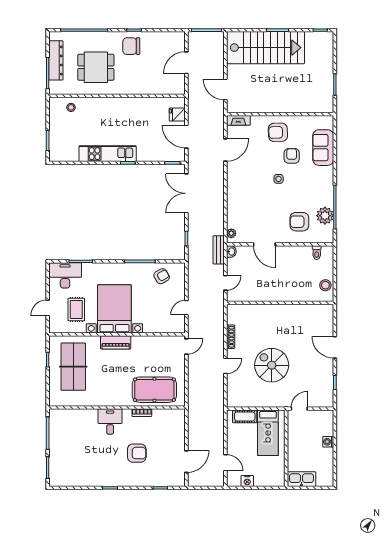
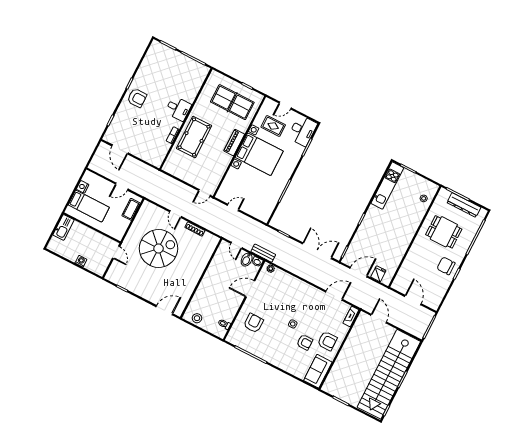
chair: (131, 46) -> (446, 266), turned -90
stairs: (265, 48) -> (389, 374), width x1.36
dining table: (96, 67) -> (444, 232), turned 90
door: (225, 89) -> (379, 319), hinge flipped
armchair: (278, 132) -> (327, 341), turned 92
sofa: (323, 148) -> (318, 371), moved, turned -90
door: (225, 150) -> (334, 296), swing flipped
kitchen unit: (108, 154) -> (387, 186), moved
plant: (325, 216) -> (248, 344), removed
bidet: (235, 264) -> (247, 260), added
armchair: (162, 276) -> (265, 201), removed
door: (48, 308) -> (285, 105), swing flipped
door: (186, 308) -> (233, 208), hinge flipped
door: (186, 347) -> (204, 193), hinge flipped
door: (335, 347) -> (164, 310), moved
spiral stairs: (272, 365) -> (159, 249), width x1.37, depth x1.37
pool table: (154, 390) -> (194, 137), moved
bed: (268, 433) -> (89, 206), moved, turned 180
armchair: (137, 453) -> (137, 98), moved, turned -90
door: (225, 463) -> (122, 187), moved

